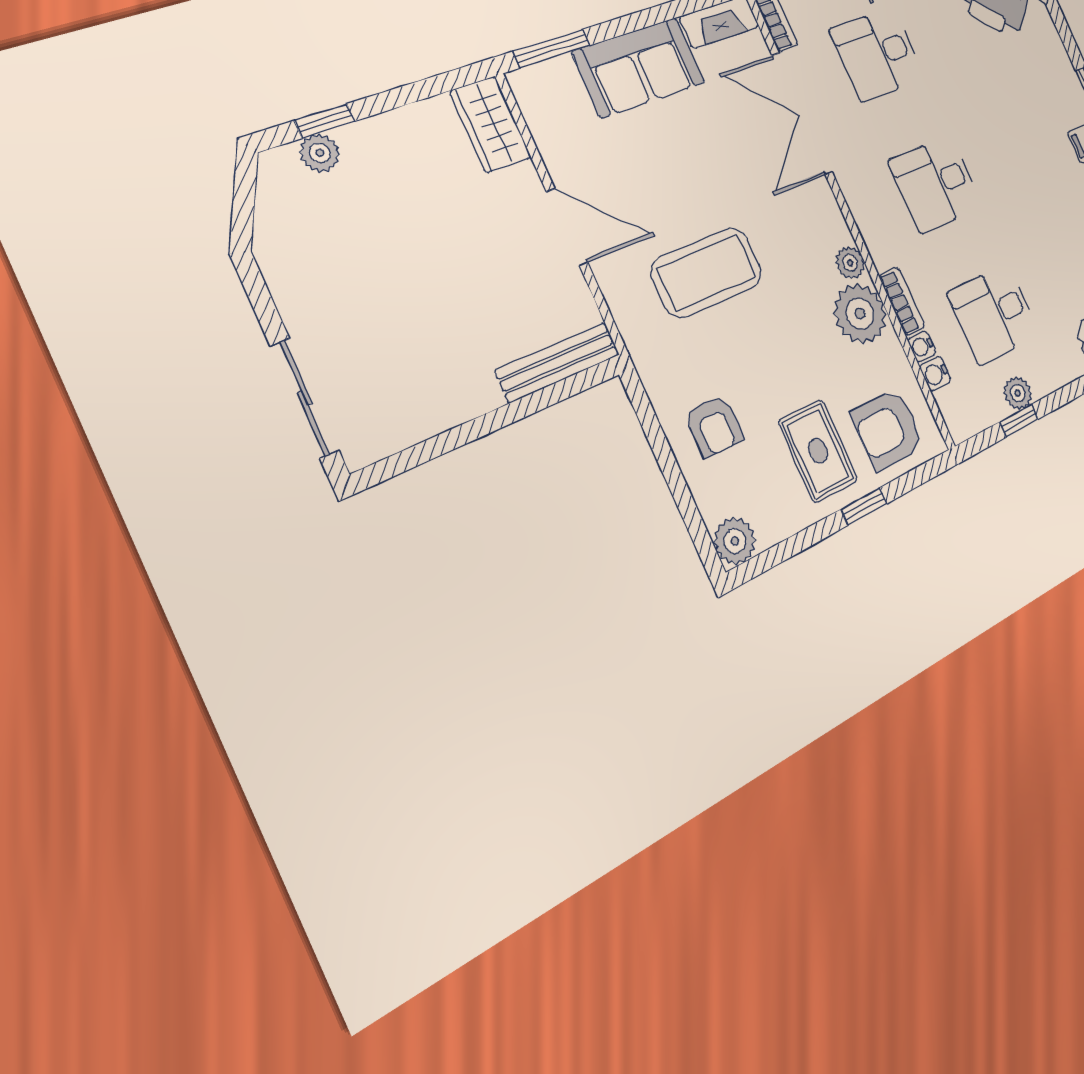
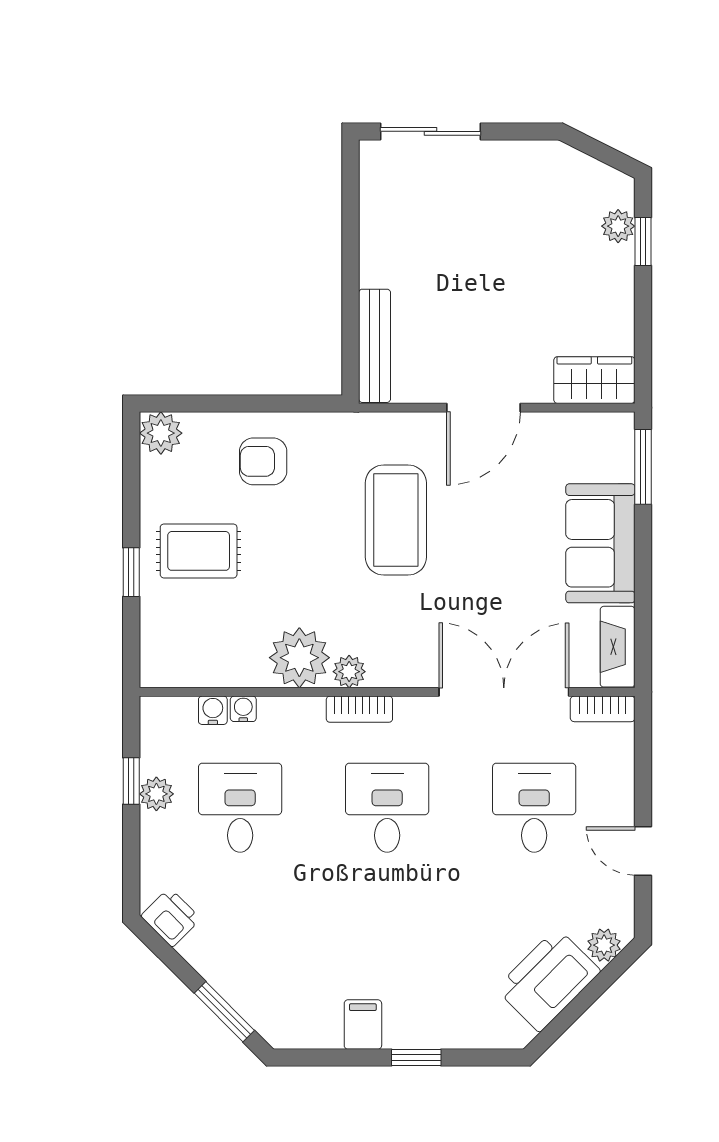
bookcase: (902, 301) -> (359, 709), moved
armchair: (888, 429) -> (186, 632), removed

